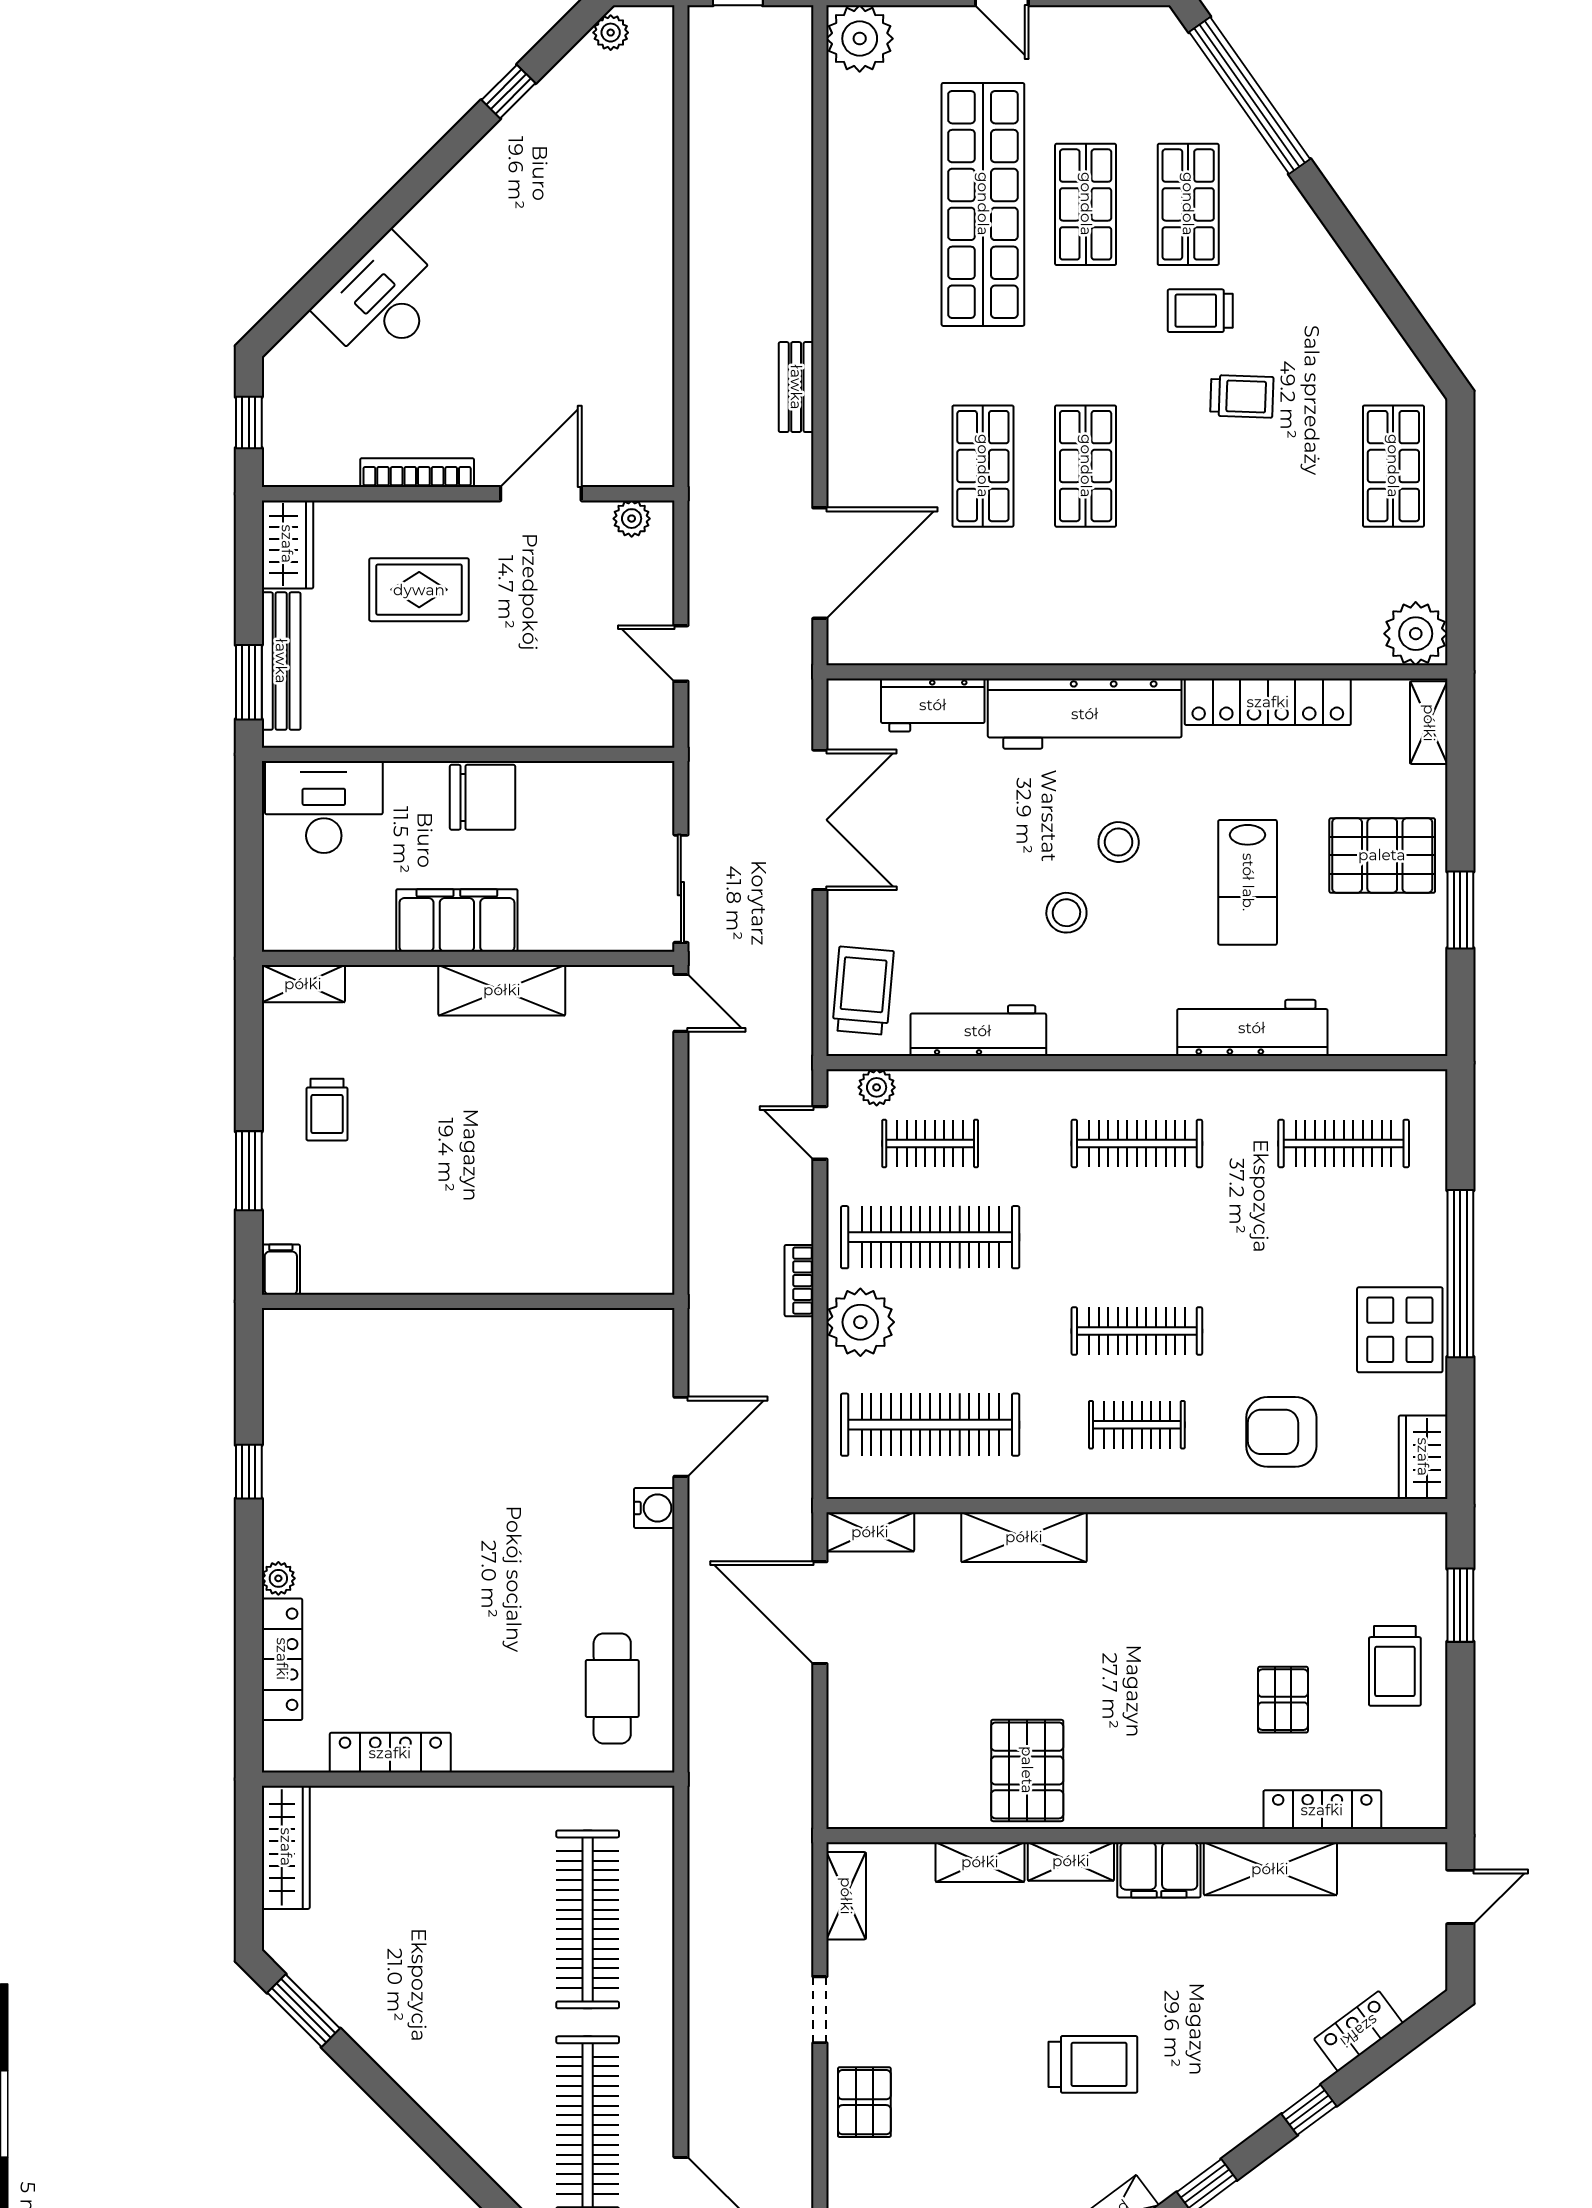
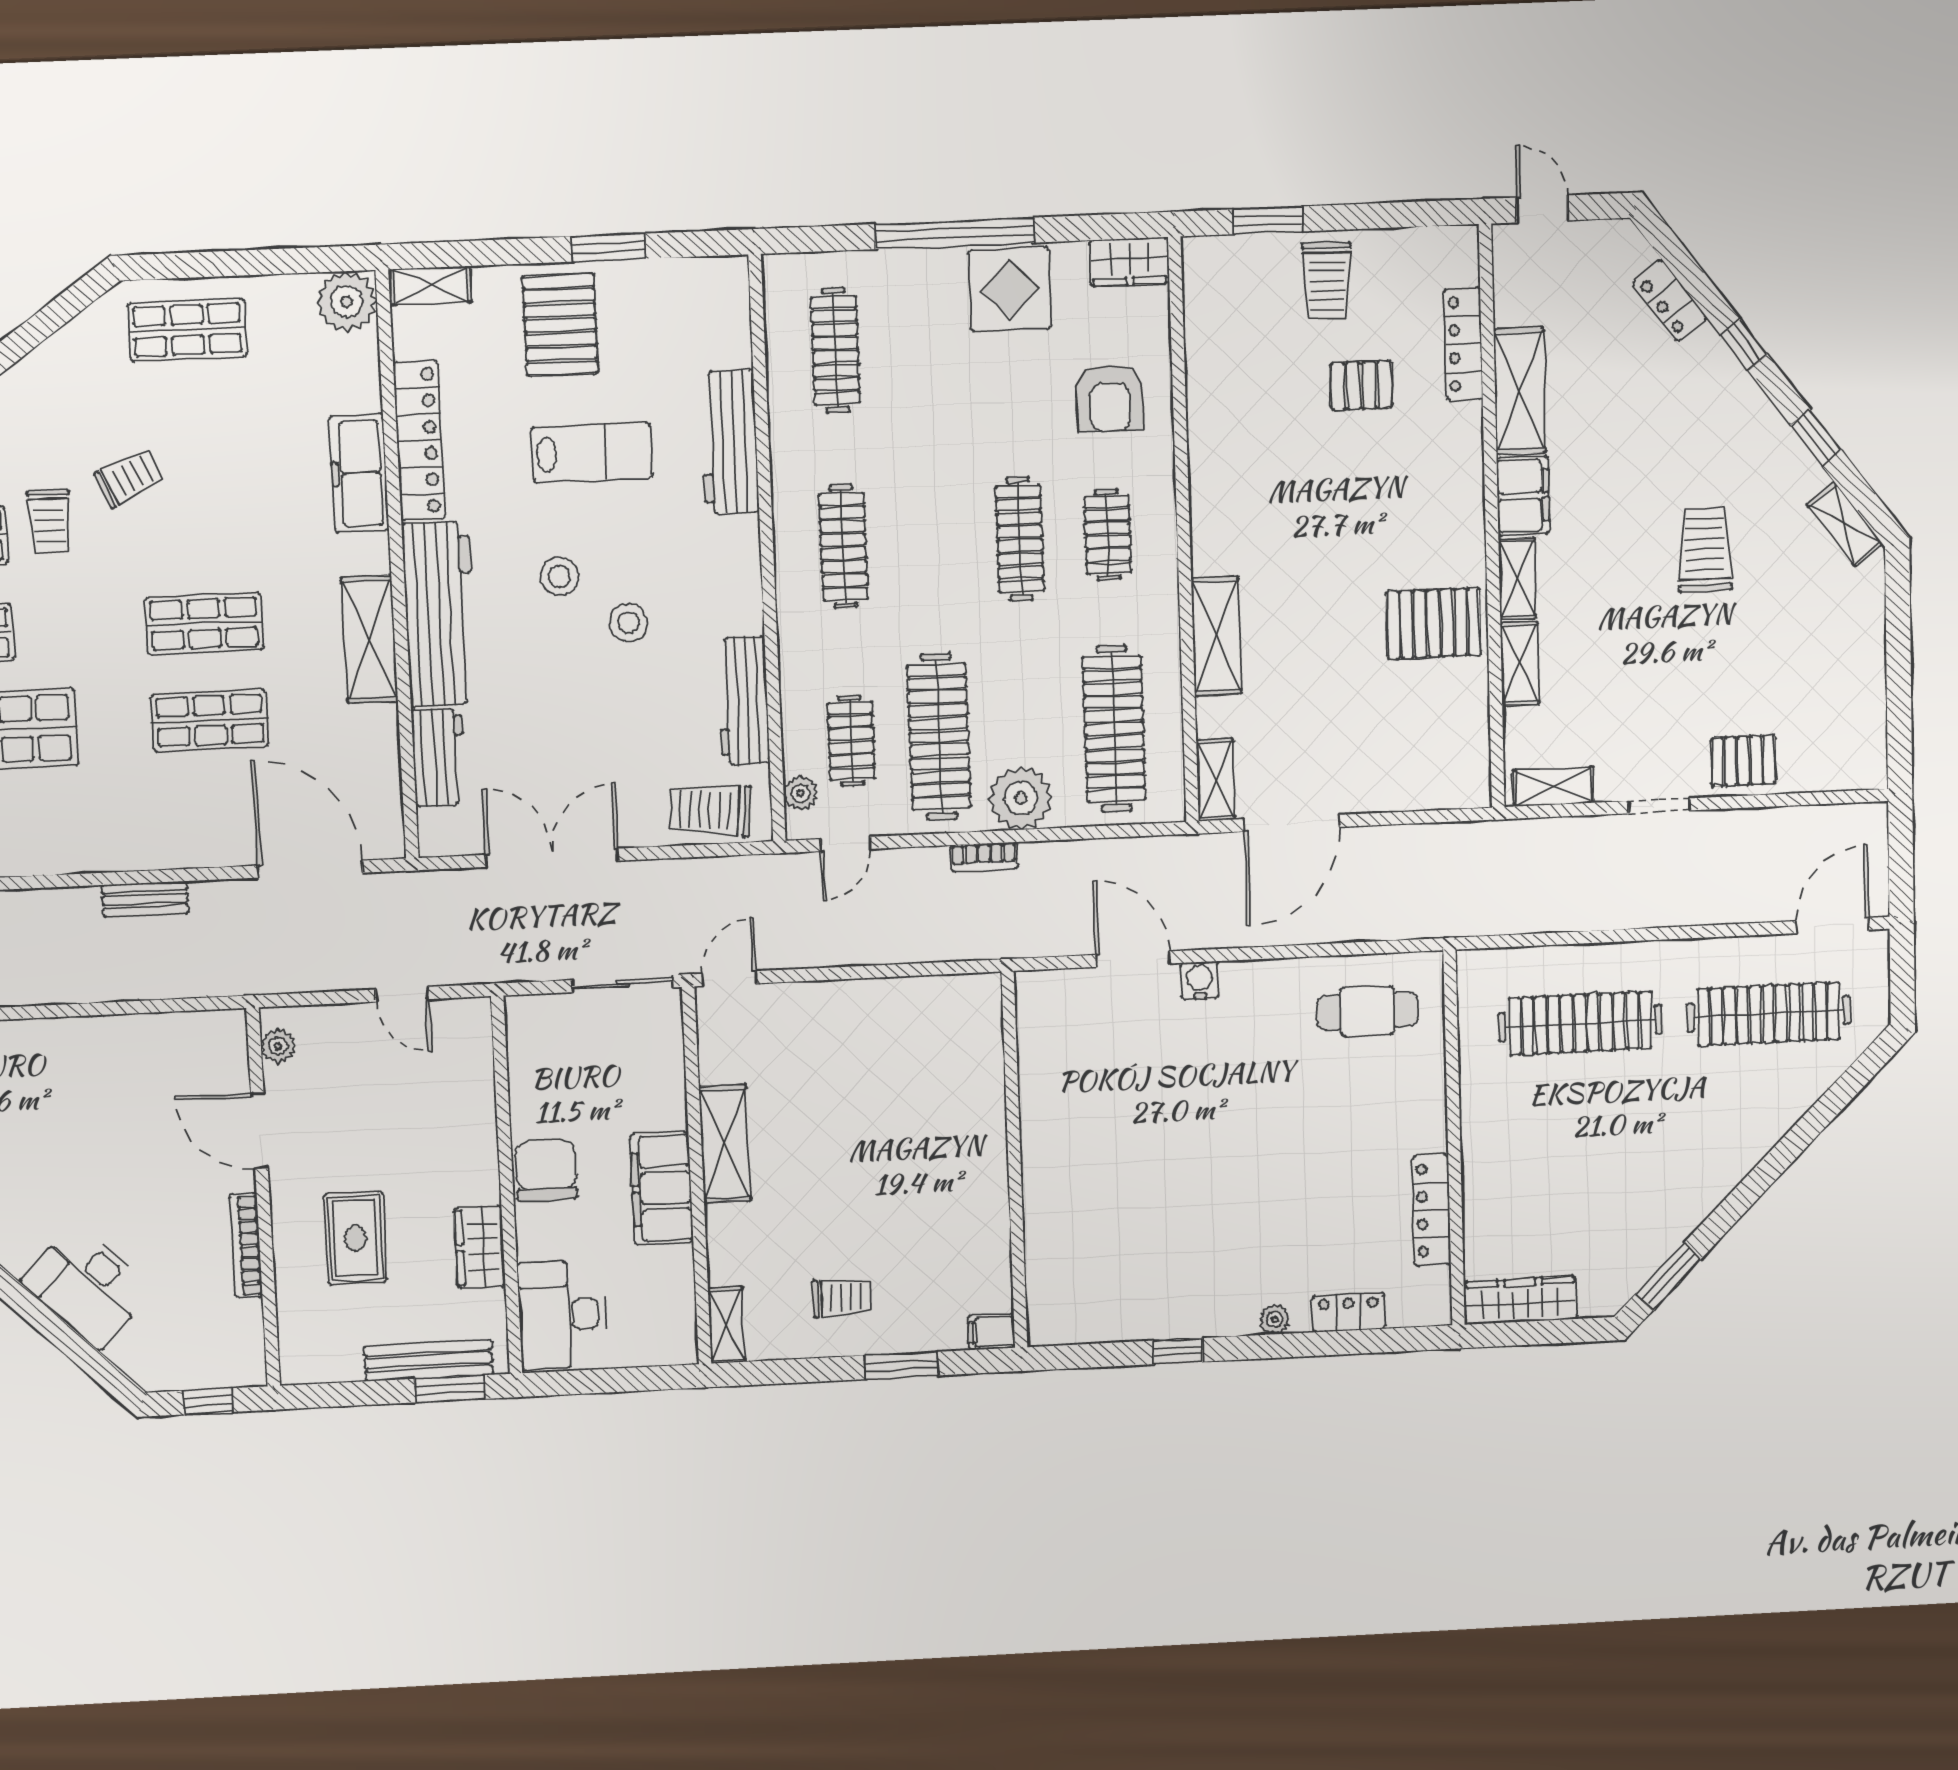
trolley: (1242, 396) -> (129, 478), turned 64
wardrobe: (287, 544) -> (480, 1247), moved, turned -90
freezer: (1236, 637) -> (359, 473), added
shelving: (1061, 639) -> (369, 639), added
door: (681, 653) -> (402, 994), hinge flipped
locker: (282, 1659) -> (1349, 1312), width x0.66
trolley: (1395, 1666) -> (1327, 281), turned 91

